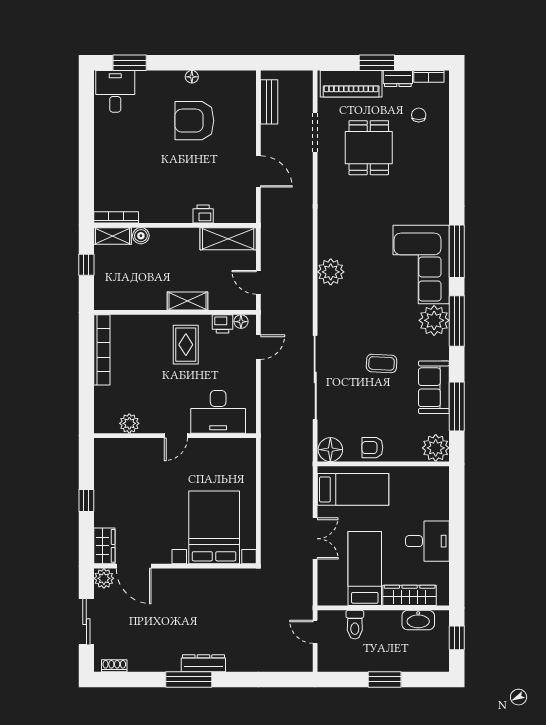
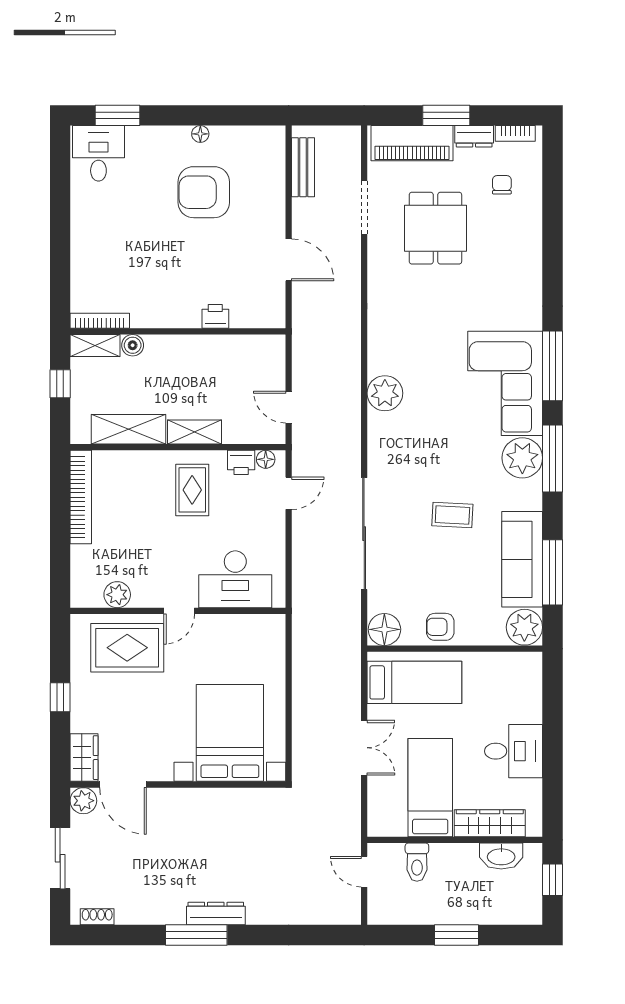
shelving: (228, 239) -> (129, 429), moved
sofa: (434, 387) -> (522, 559), width x1.36
rug: (137, 463) -> (127, 648), added

